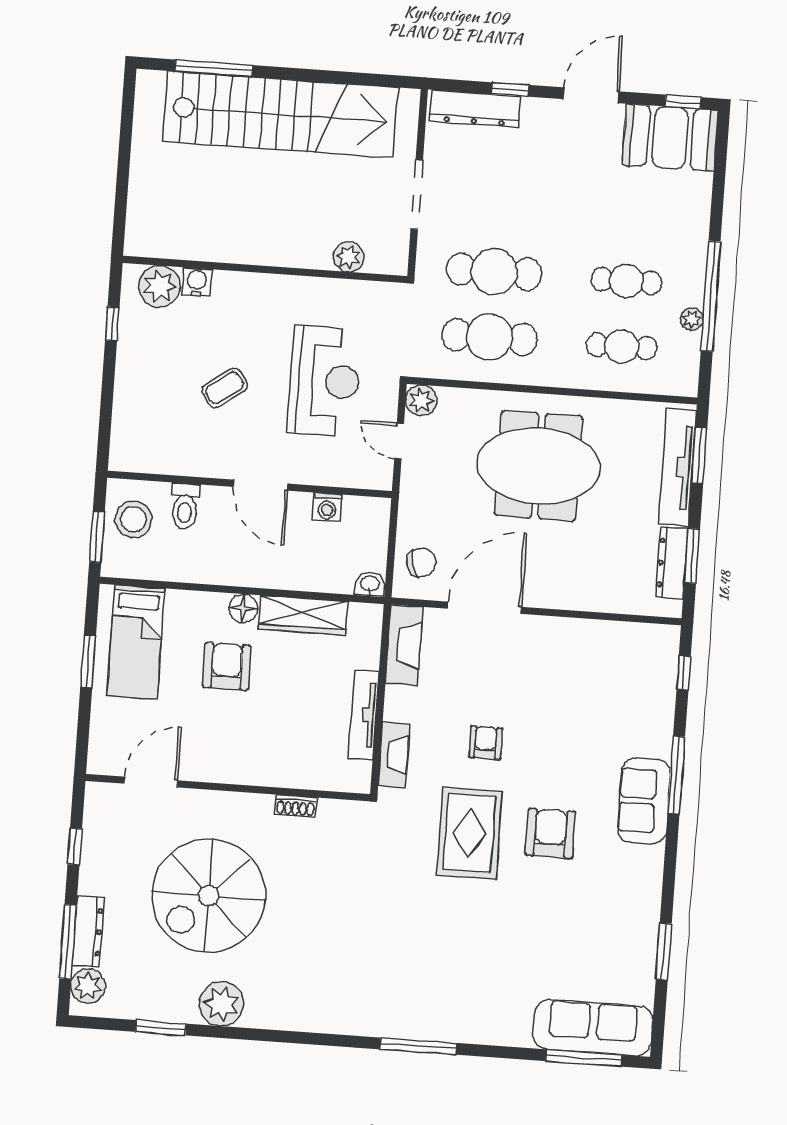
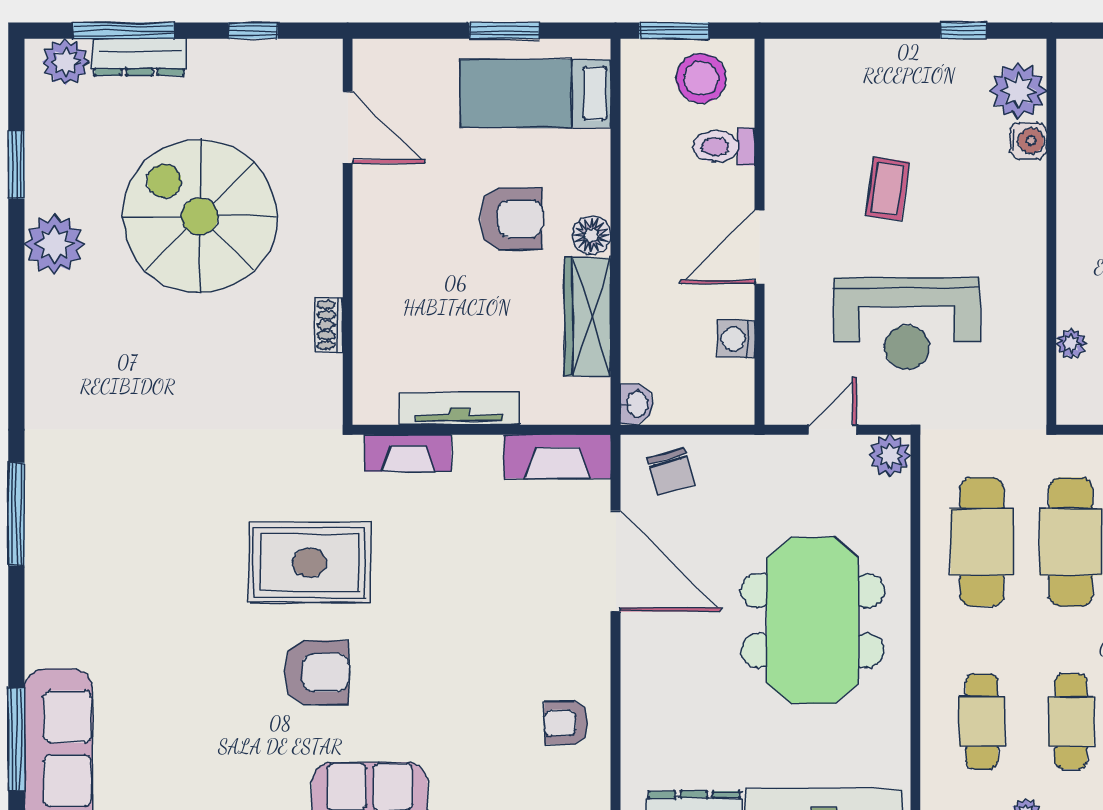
plant: (349, 257) -> (1071, 344), width x0.73, depth x0.73
coffee table: (225, 388) -> (888, 189), turned 44
armchair: (486, 743) -> (566, 723), moved, turned 180

